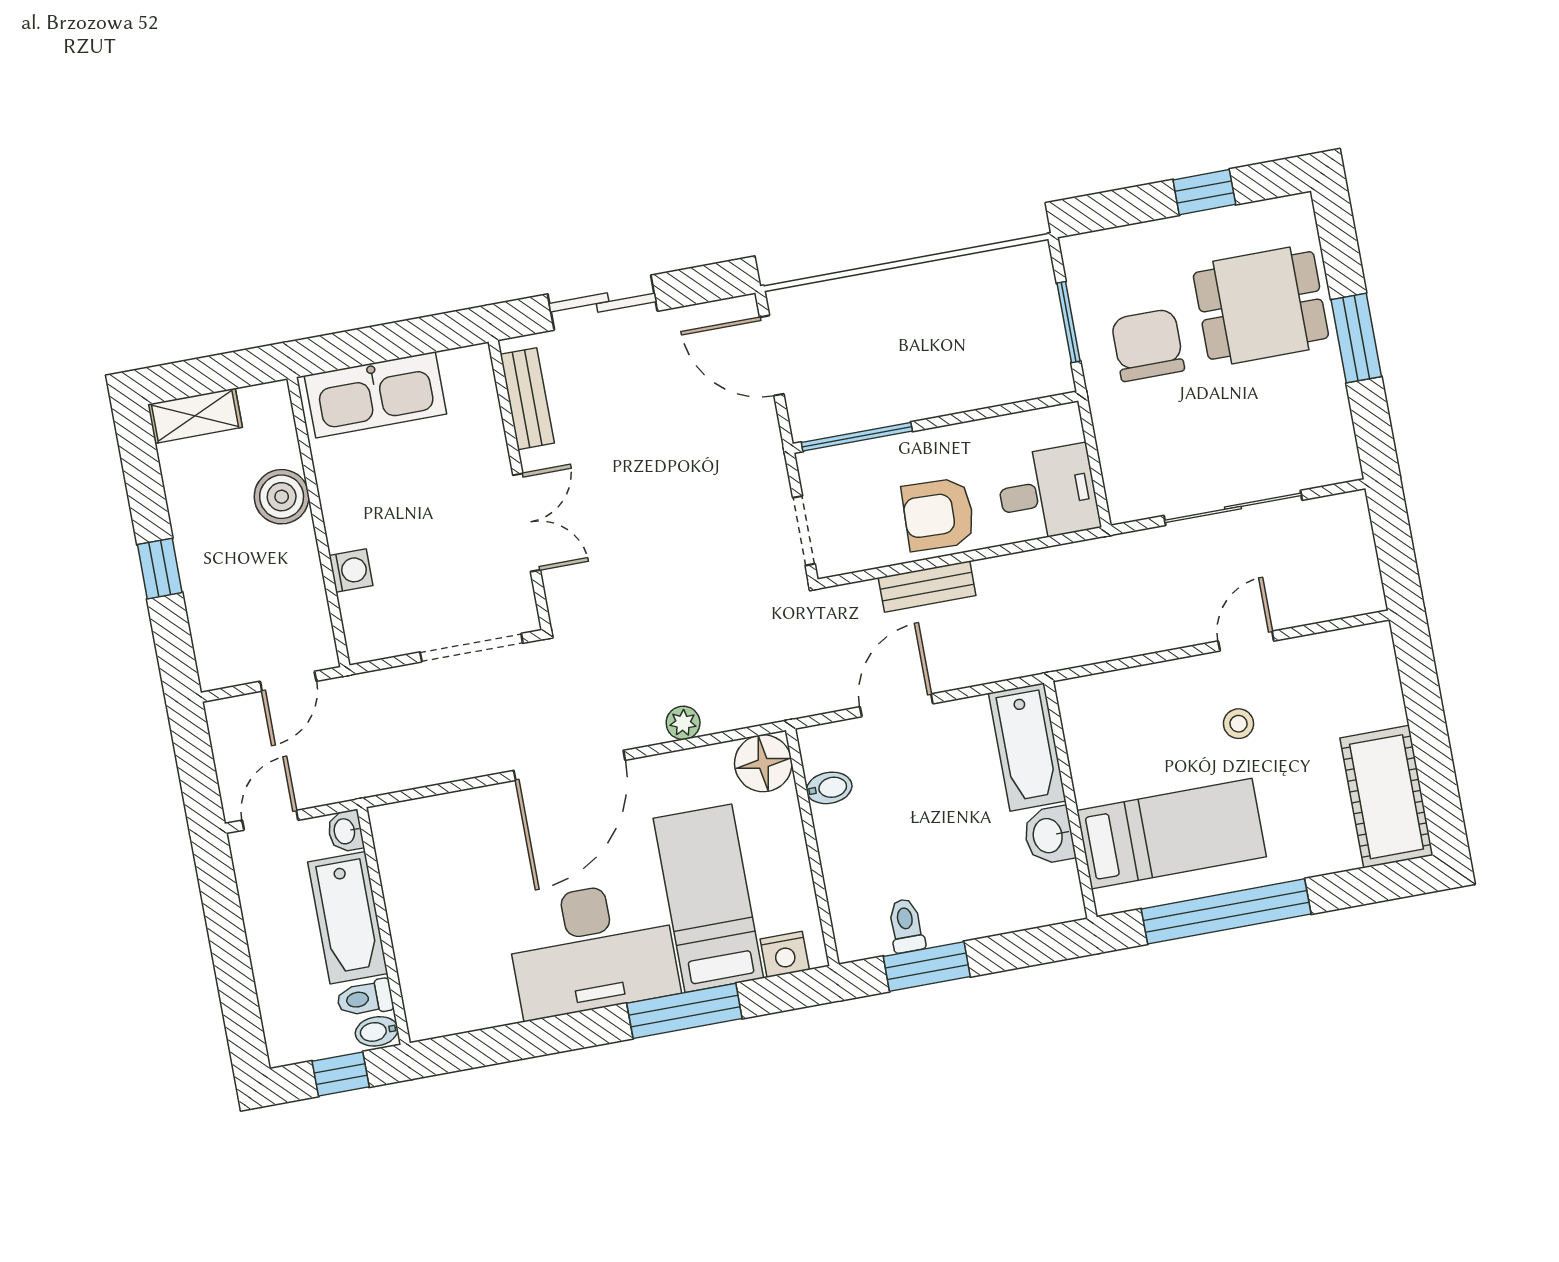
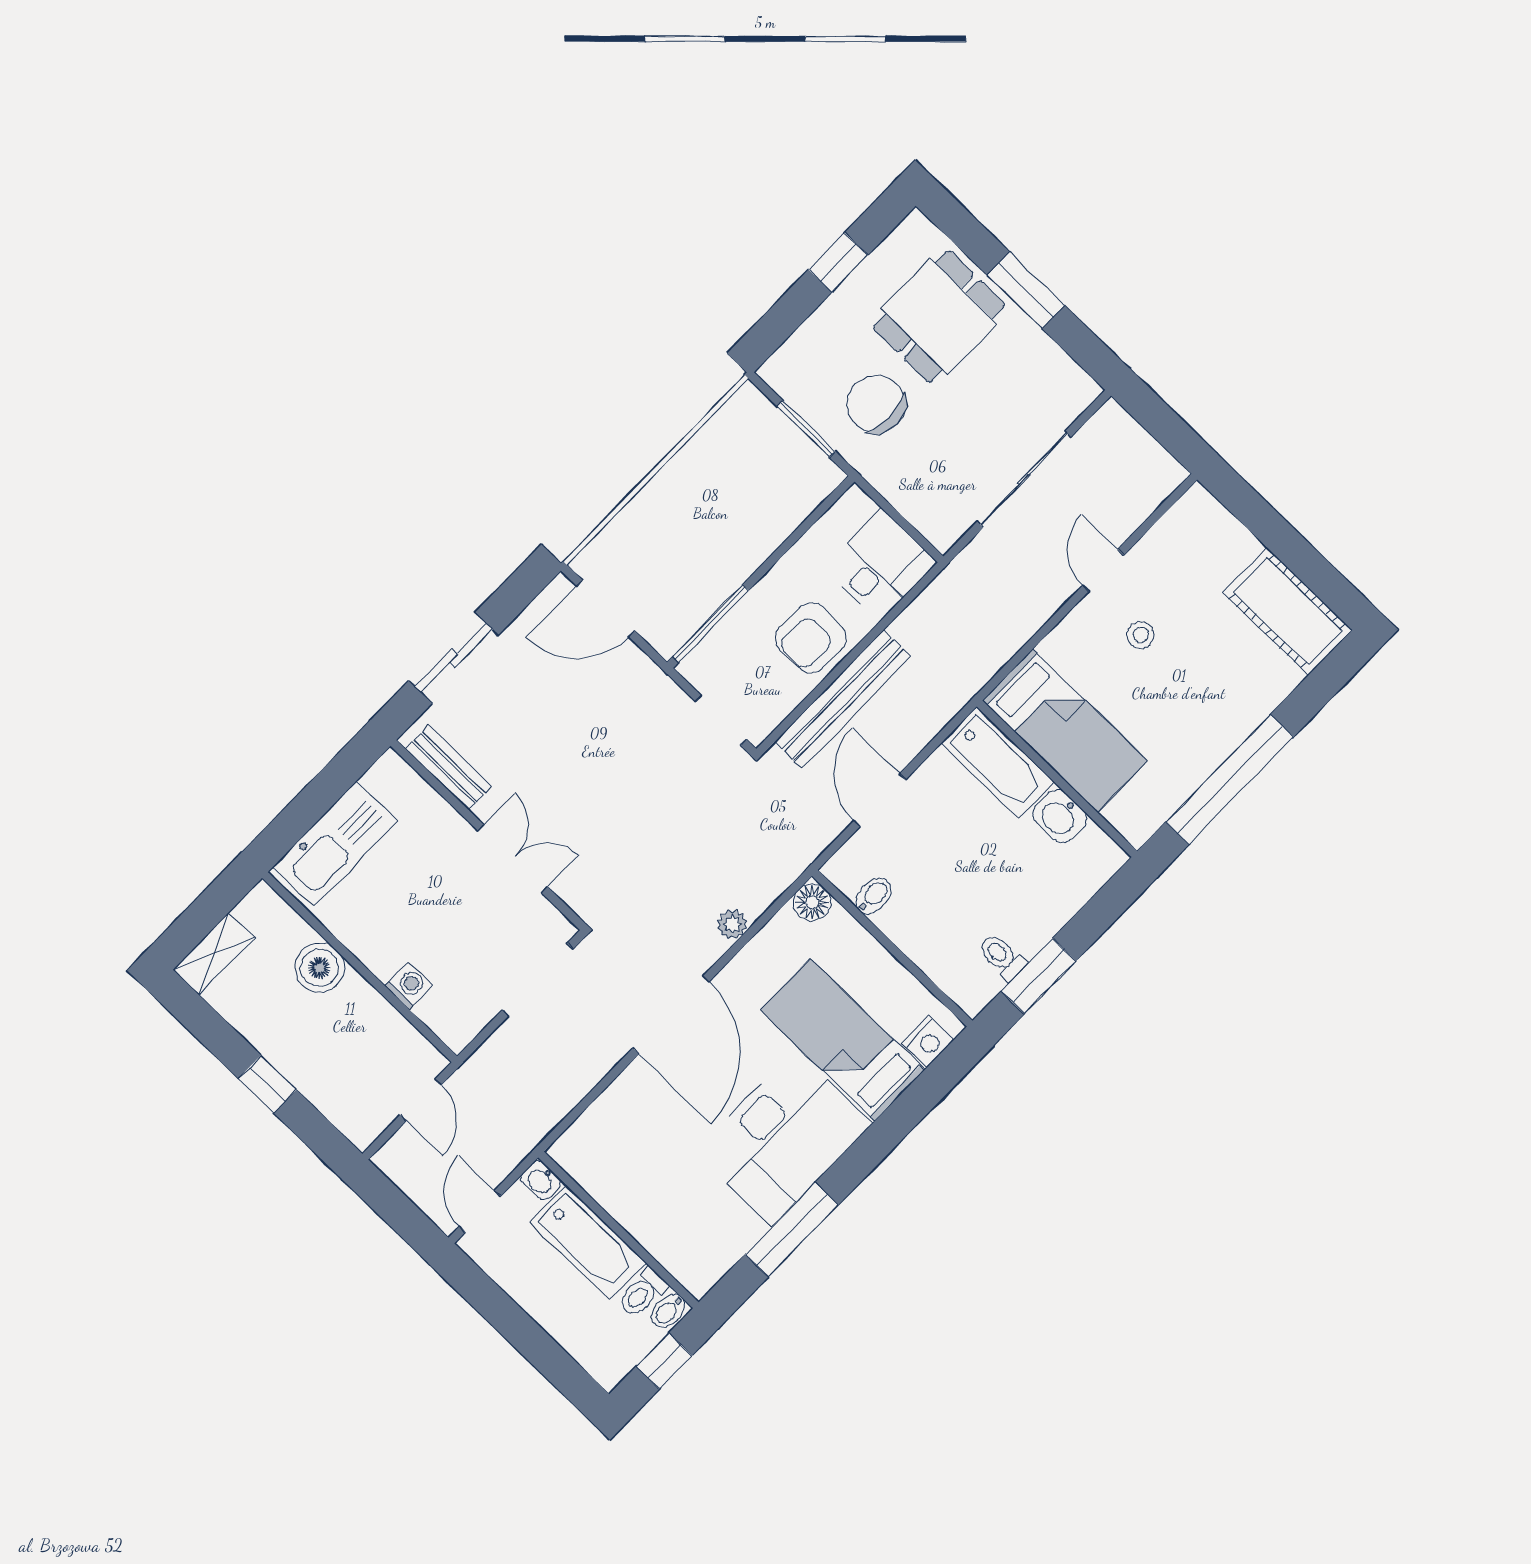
bench: (927, 587) -> (843, 699), width x1.86, depth x1.21
floor lamp: (763, 763) -> (812, 902), width x0.73, depth x0.73
bed: (1172, 834) -> (1065, 731), moved, turned 90
window: (684, 1011) -> (792, 1230), moved

